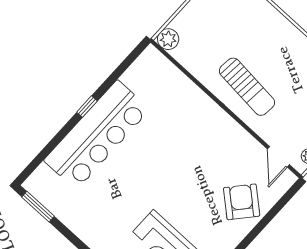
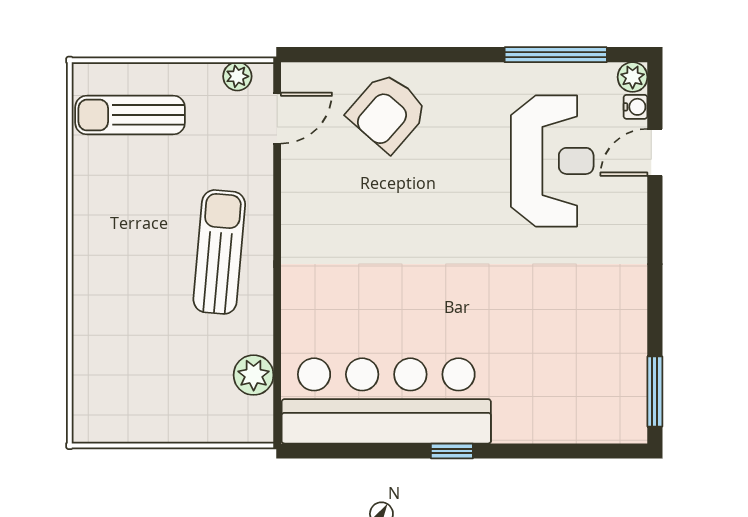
plant: (168, 39) -> (254, 375), moved
bar counter: (97, 135) -> (386, 401), moved

